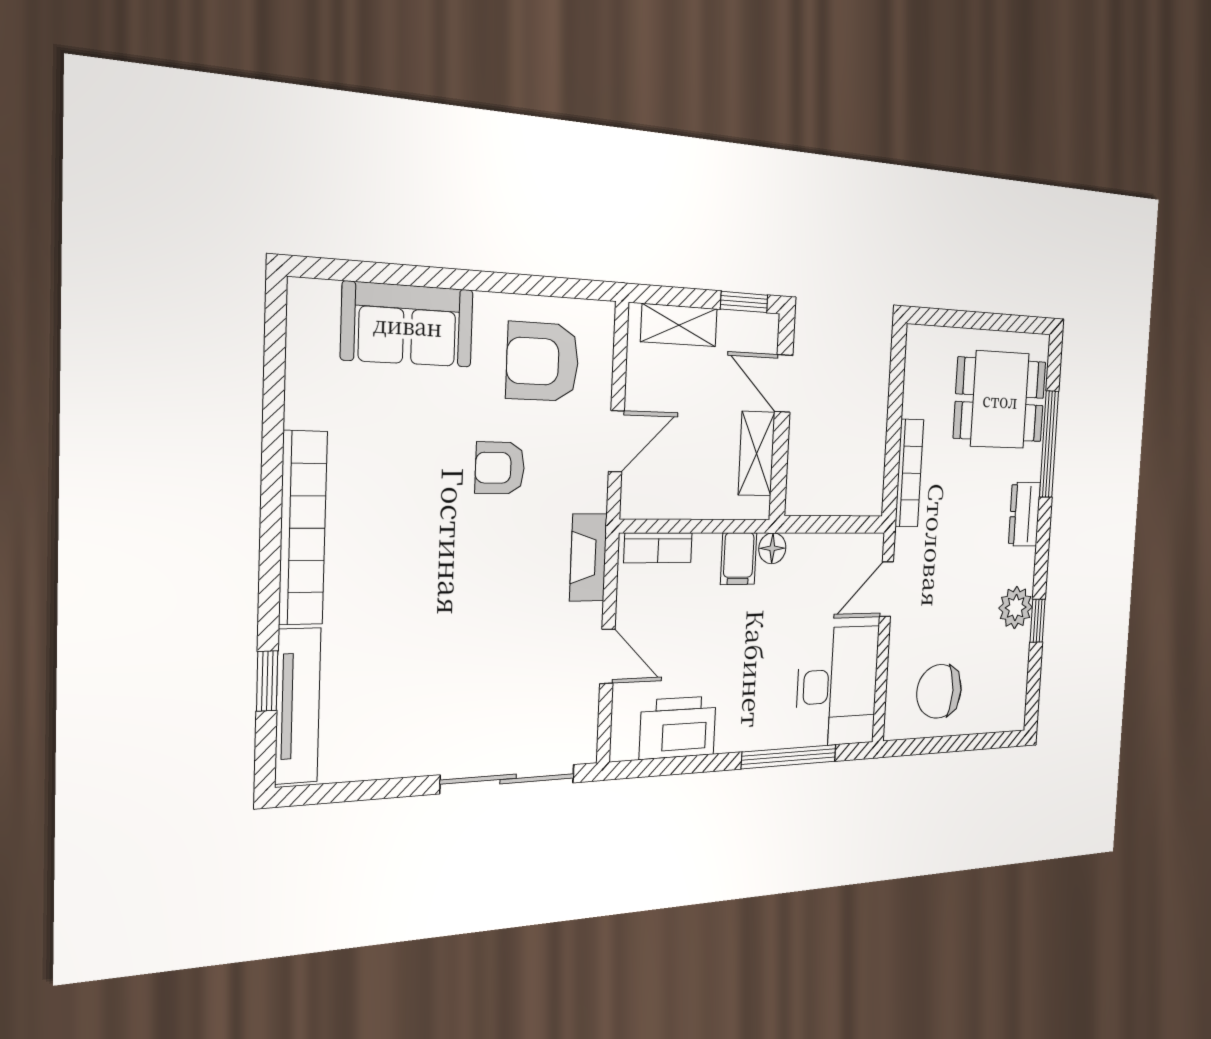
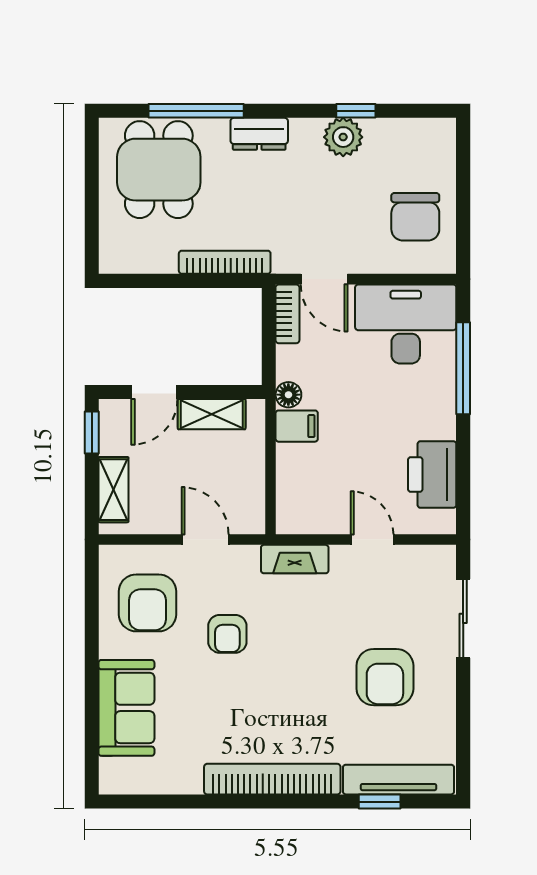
bookcase: (658, 548) -> (287, 314), moved
door: (607, 656) -> (372, 539), hinge flipped
armchair: (437, 681) -> (385, 677), added
sliding door: (508, 779) -> (463, 618), width x0.73

